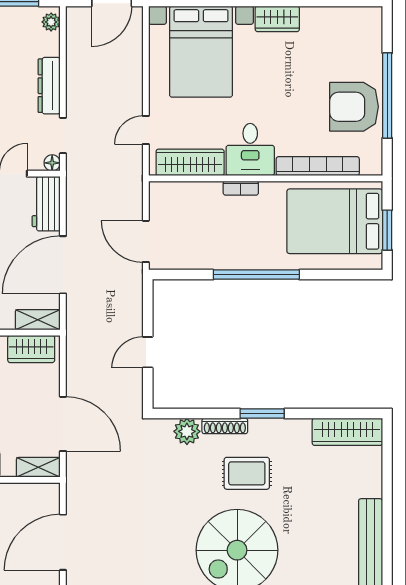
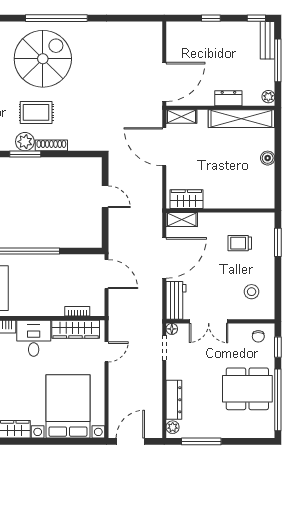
dresser: (49, 86) -> (174, 400), moved
bookcase: (241, 188) -> (77, 311), moved
door: (148, 352) -> (105, 197), hinge flipped
plant: (187, 431) -> (25, 142), moved
door: (63, 542) -> (164, 82), moved

